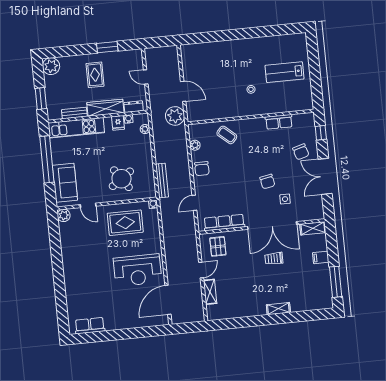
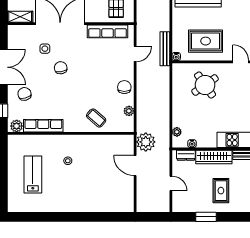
lab bench: (285, 72) -> (33, 174), turned -90
plant: (306, 119) -> (17, 126), added
row of seats: (279, 122) -> (43, 126), width x1.48
fridge: (118, 123) -> (203, 141), removed
bench: (162, 181) -> (165, 49), moved

